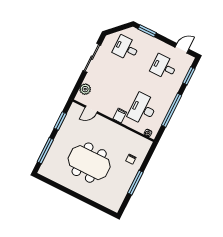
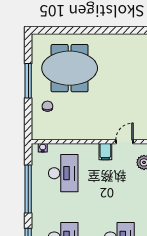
filing cabinet: (120, 115) -> (105, 152), moved
meeting table: (89, 163) -> (70, 68), moved

